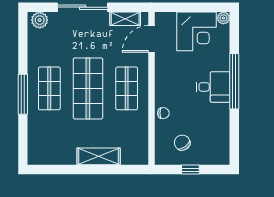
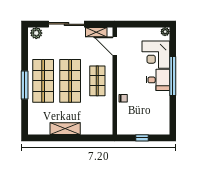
corner desk: (197, 31) -> (156, 55), moved, turned 90
door: (152, 39) -> (115, 46), hinge flipped
shop shelf: (49, 88) -> (43, 81), width x1.43, depth x1.36
chair: (182, 143) -> (136, 119), removed
shelving: (99, 156) -> (65, 129), moved

